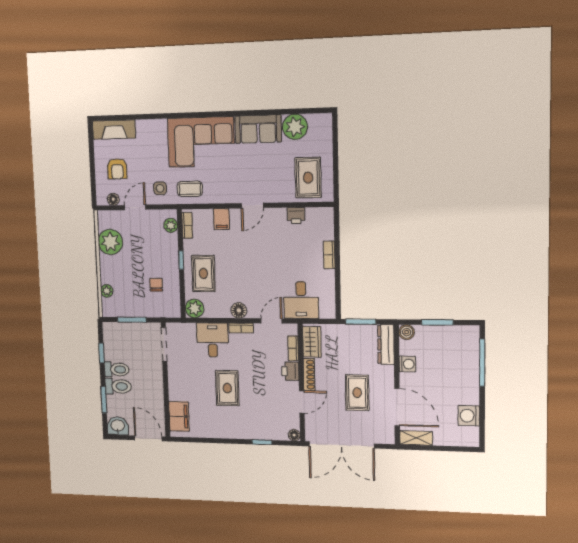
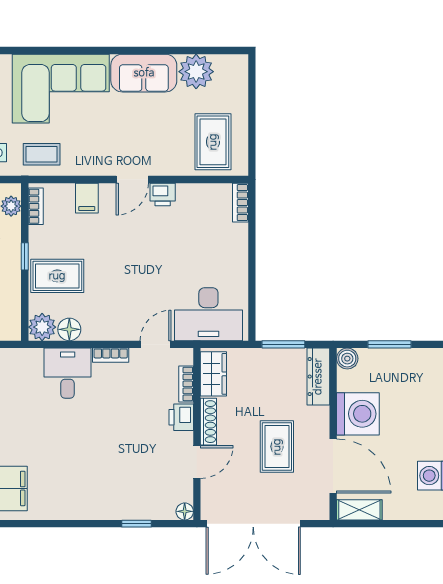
printer: (296, 216) -> (163, 194), moved
bookcase: (329, 255) -> (240, 203), moved
rug: (203, 273) -> (57, 276), turned 90
desk: (301, 300) -> (208, 314), width x1.37
floor lamp: (239, 310) -> (69, 329), moved
washing machine: (407, 364) -> (358, 414), width x1.89, depth x1.89
rug: (227, 388) -> (87, 444), removed

